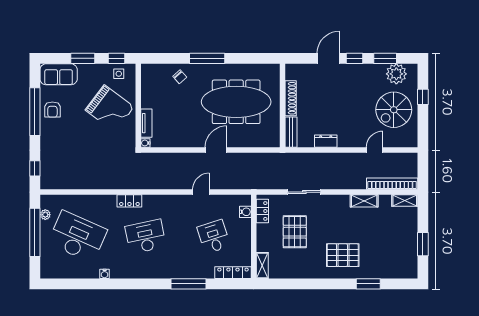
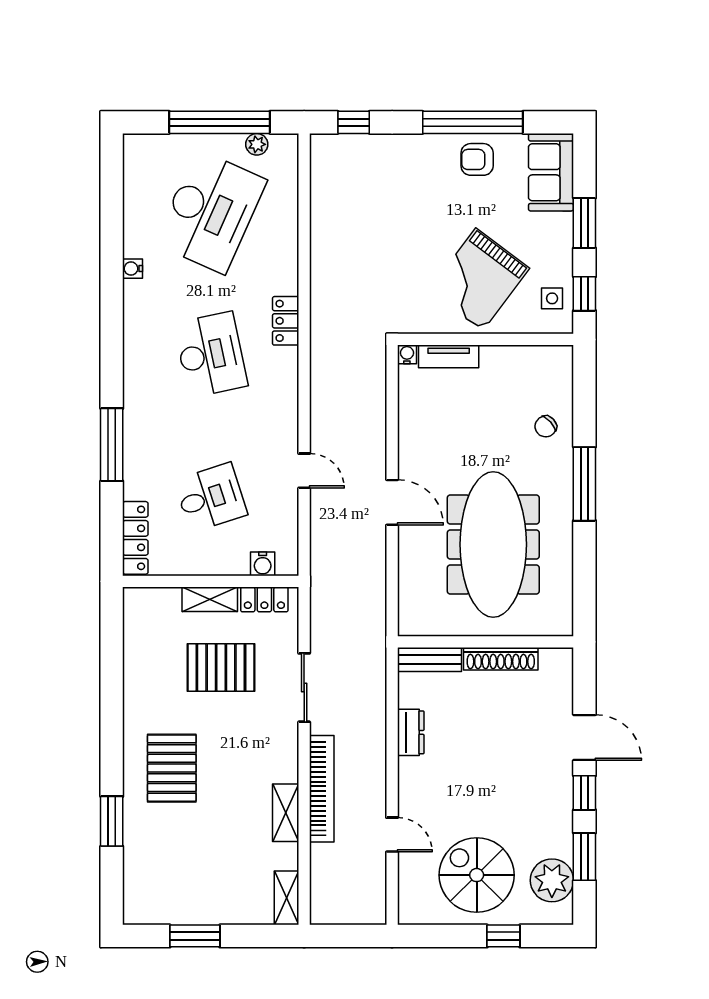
bookcase: (392, 184) -> (322, 789), moved
shelving: (262, 265) -> (210, 599), moved

